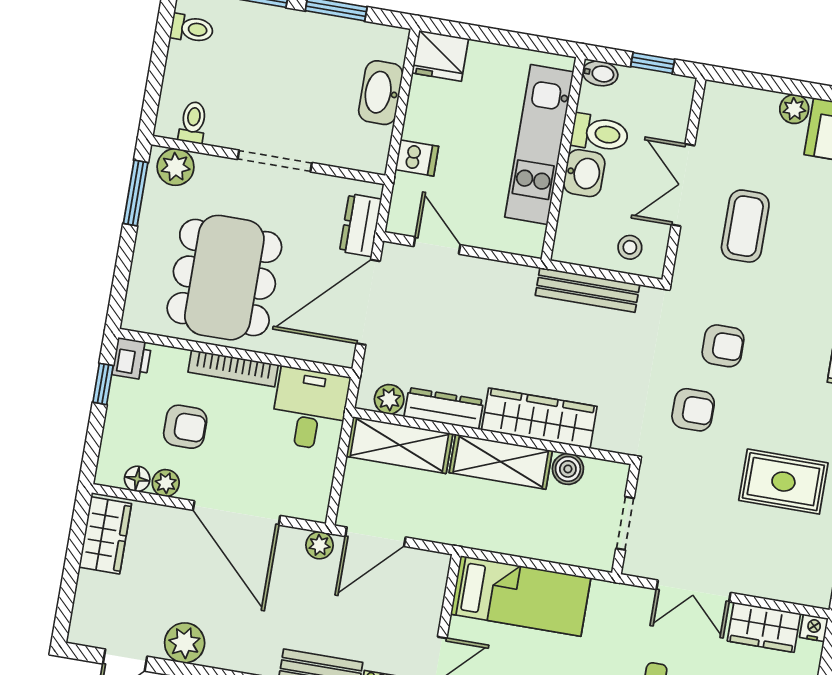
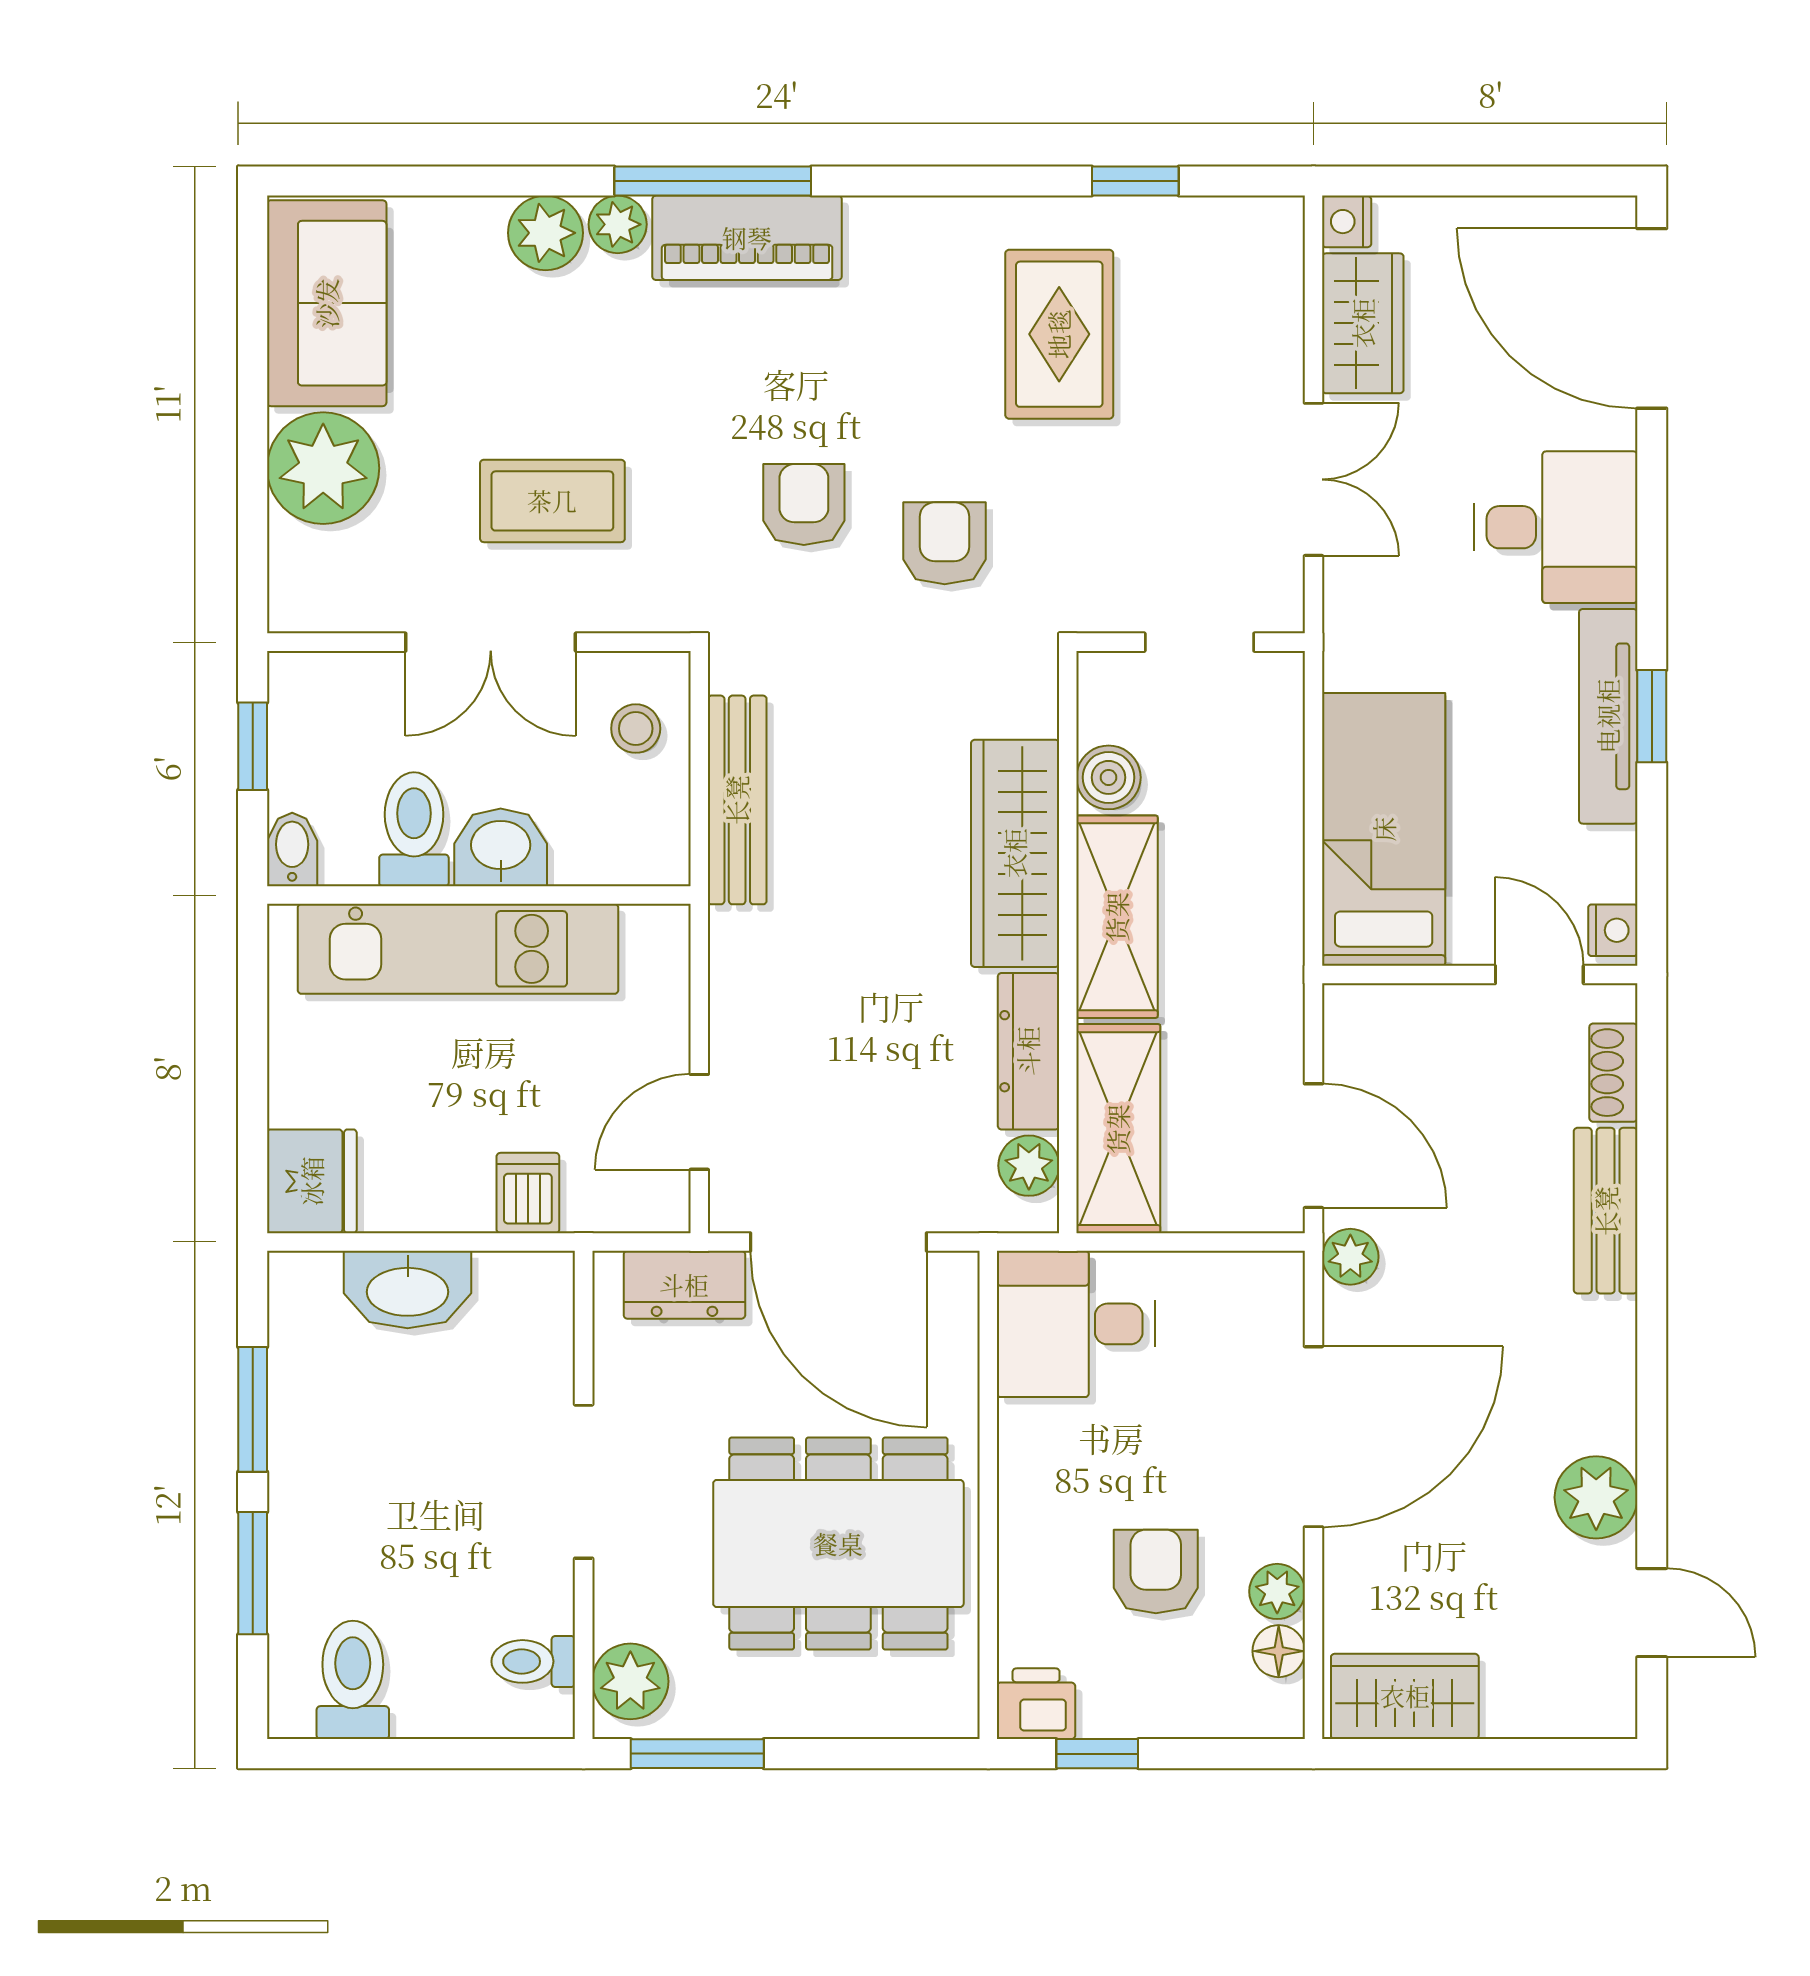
toilet: (192, 29) -> (353, 1680), width x1.37, depth x1.39
plant: (794, 109) -> (323, 468), width x1.88, depth x1.88
bookcase: (233, 368) -> (1020, 1494), removed

